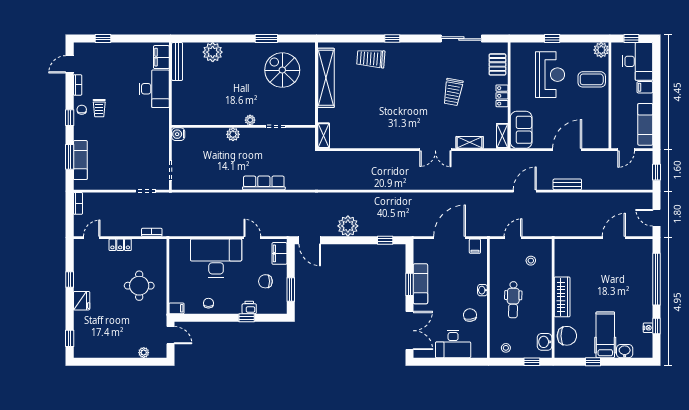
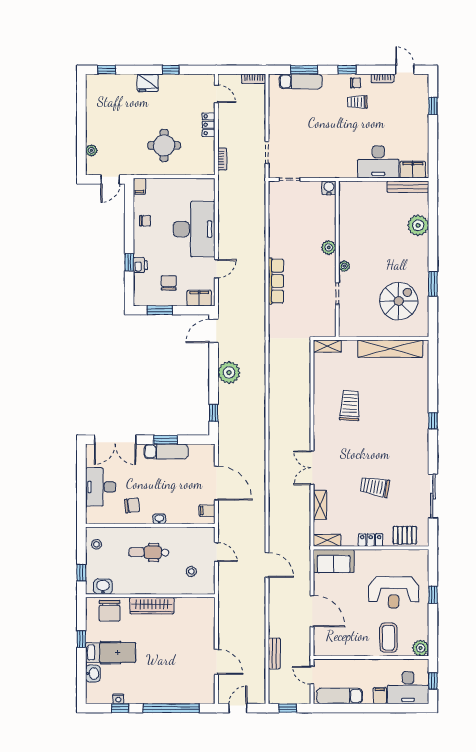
trolley: (371, 59) -> (350, 406), moved
bench: (567, 184) -> (274, 653), moved

